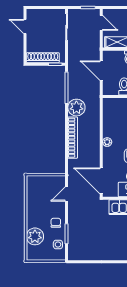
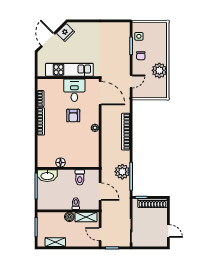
plant: (76, 108) -> (122, 172), moved
plant: (35, 236) -> (159, 70), moved

